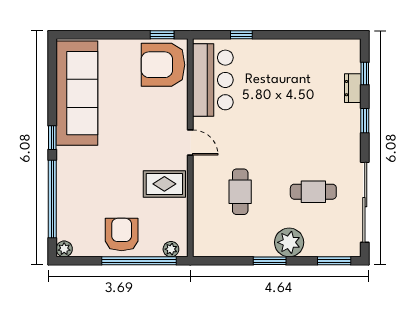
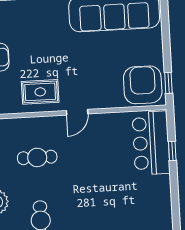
bar counter: (213, 80) -> (151, 143), moved, turned 90
rug: (164, 184) -> (40, 92), turned 90

